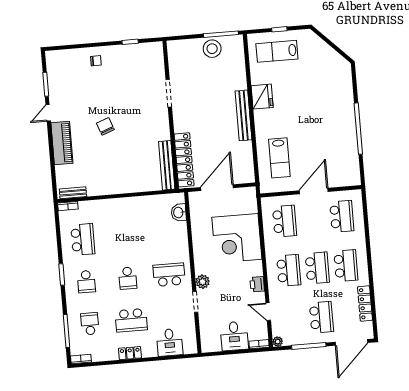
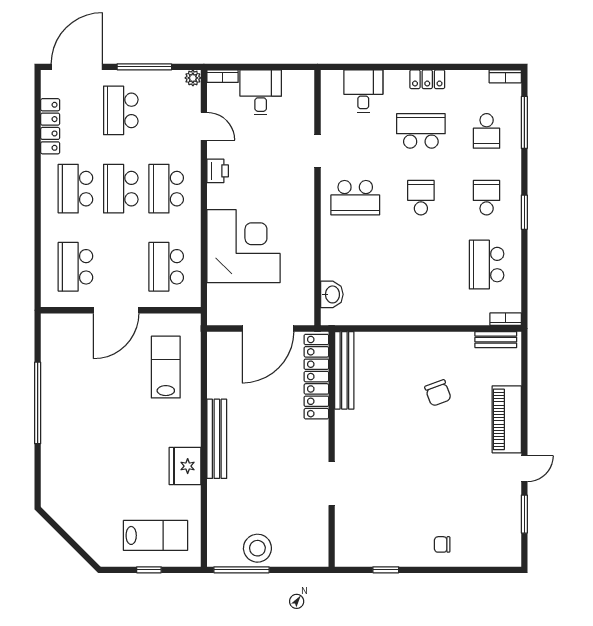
chair: (105, 126) -> (438, 393), moved
plant: (203, 282) -> (303, 182), removed

